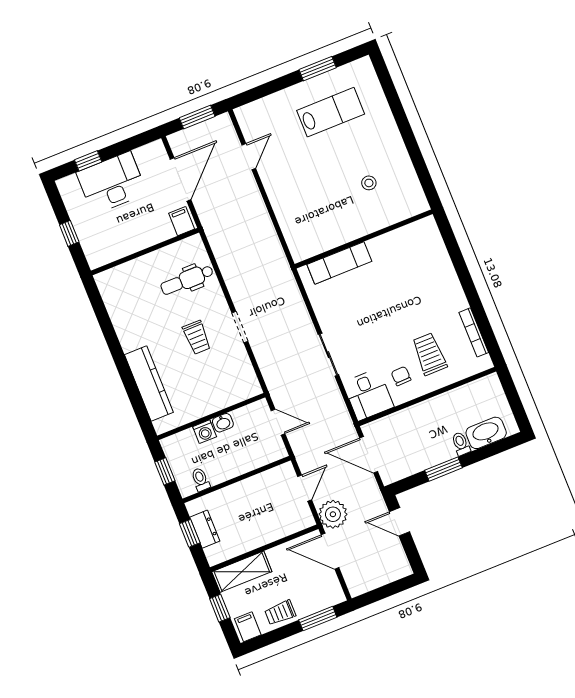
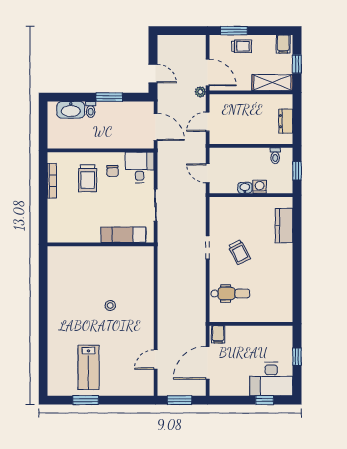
lab bench: (331, 112) -> (89, 367), turned -90
desk: (112, 183) -> (271, 379), moved
stool: (369, 183) -> (110, 306), moved
wall: (364, 239) -> (101, 244), moved
exam couch: (339, 263) -> (123, 235), moved
trolley: (197, 337) -> (239, 252), turned 153
kitchen counter: (149, 383) -> (284, 225), width x0.67
plant: (333, 514) -> (200, 92), width x0.53, depth x0.53
window: (190, 533) -> (297, 122), removed
trolley: (280, 613) -> (242, 46), moved

